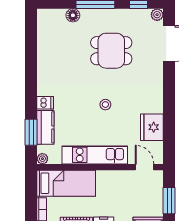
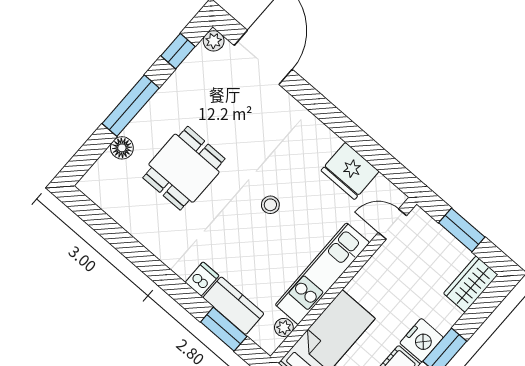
dining table: (111, 51) -> (184, 168), moved
plant: (42, 159) -> (284, 327), moved

